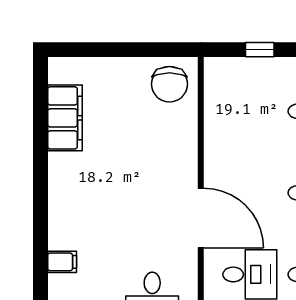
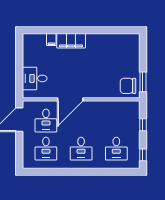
window: (160, 50) -> (143, 82), added
filing cabinet: (65, 118) -> (71, 41), moved

